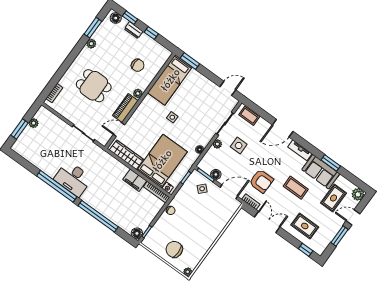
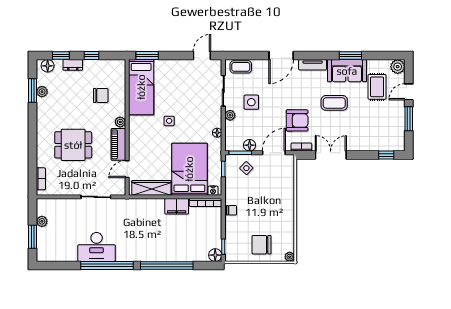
plant: (91, 44) -> (42, 92), moved
desk: (73, 179) -> (97, 247), moved
rug: (305, 226) -> (369, 133), removed

